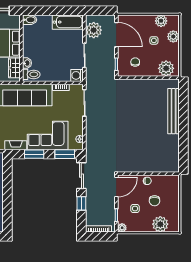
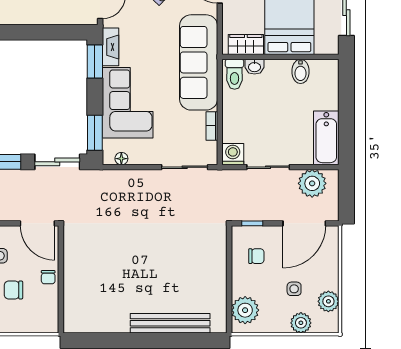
bidet: (30, 20) -> (301, 71), moved
window: (34, 154) -> (95, 61), moved

